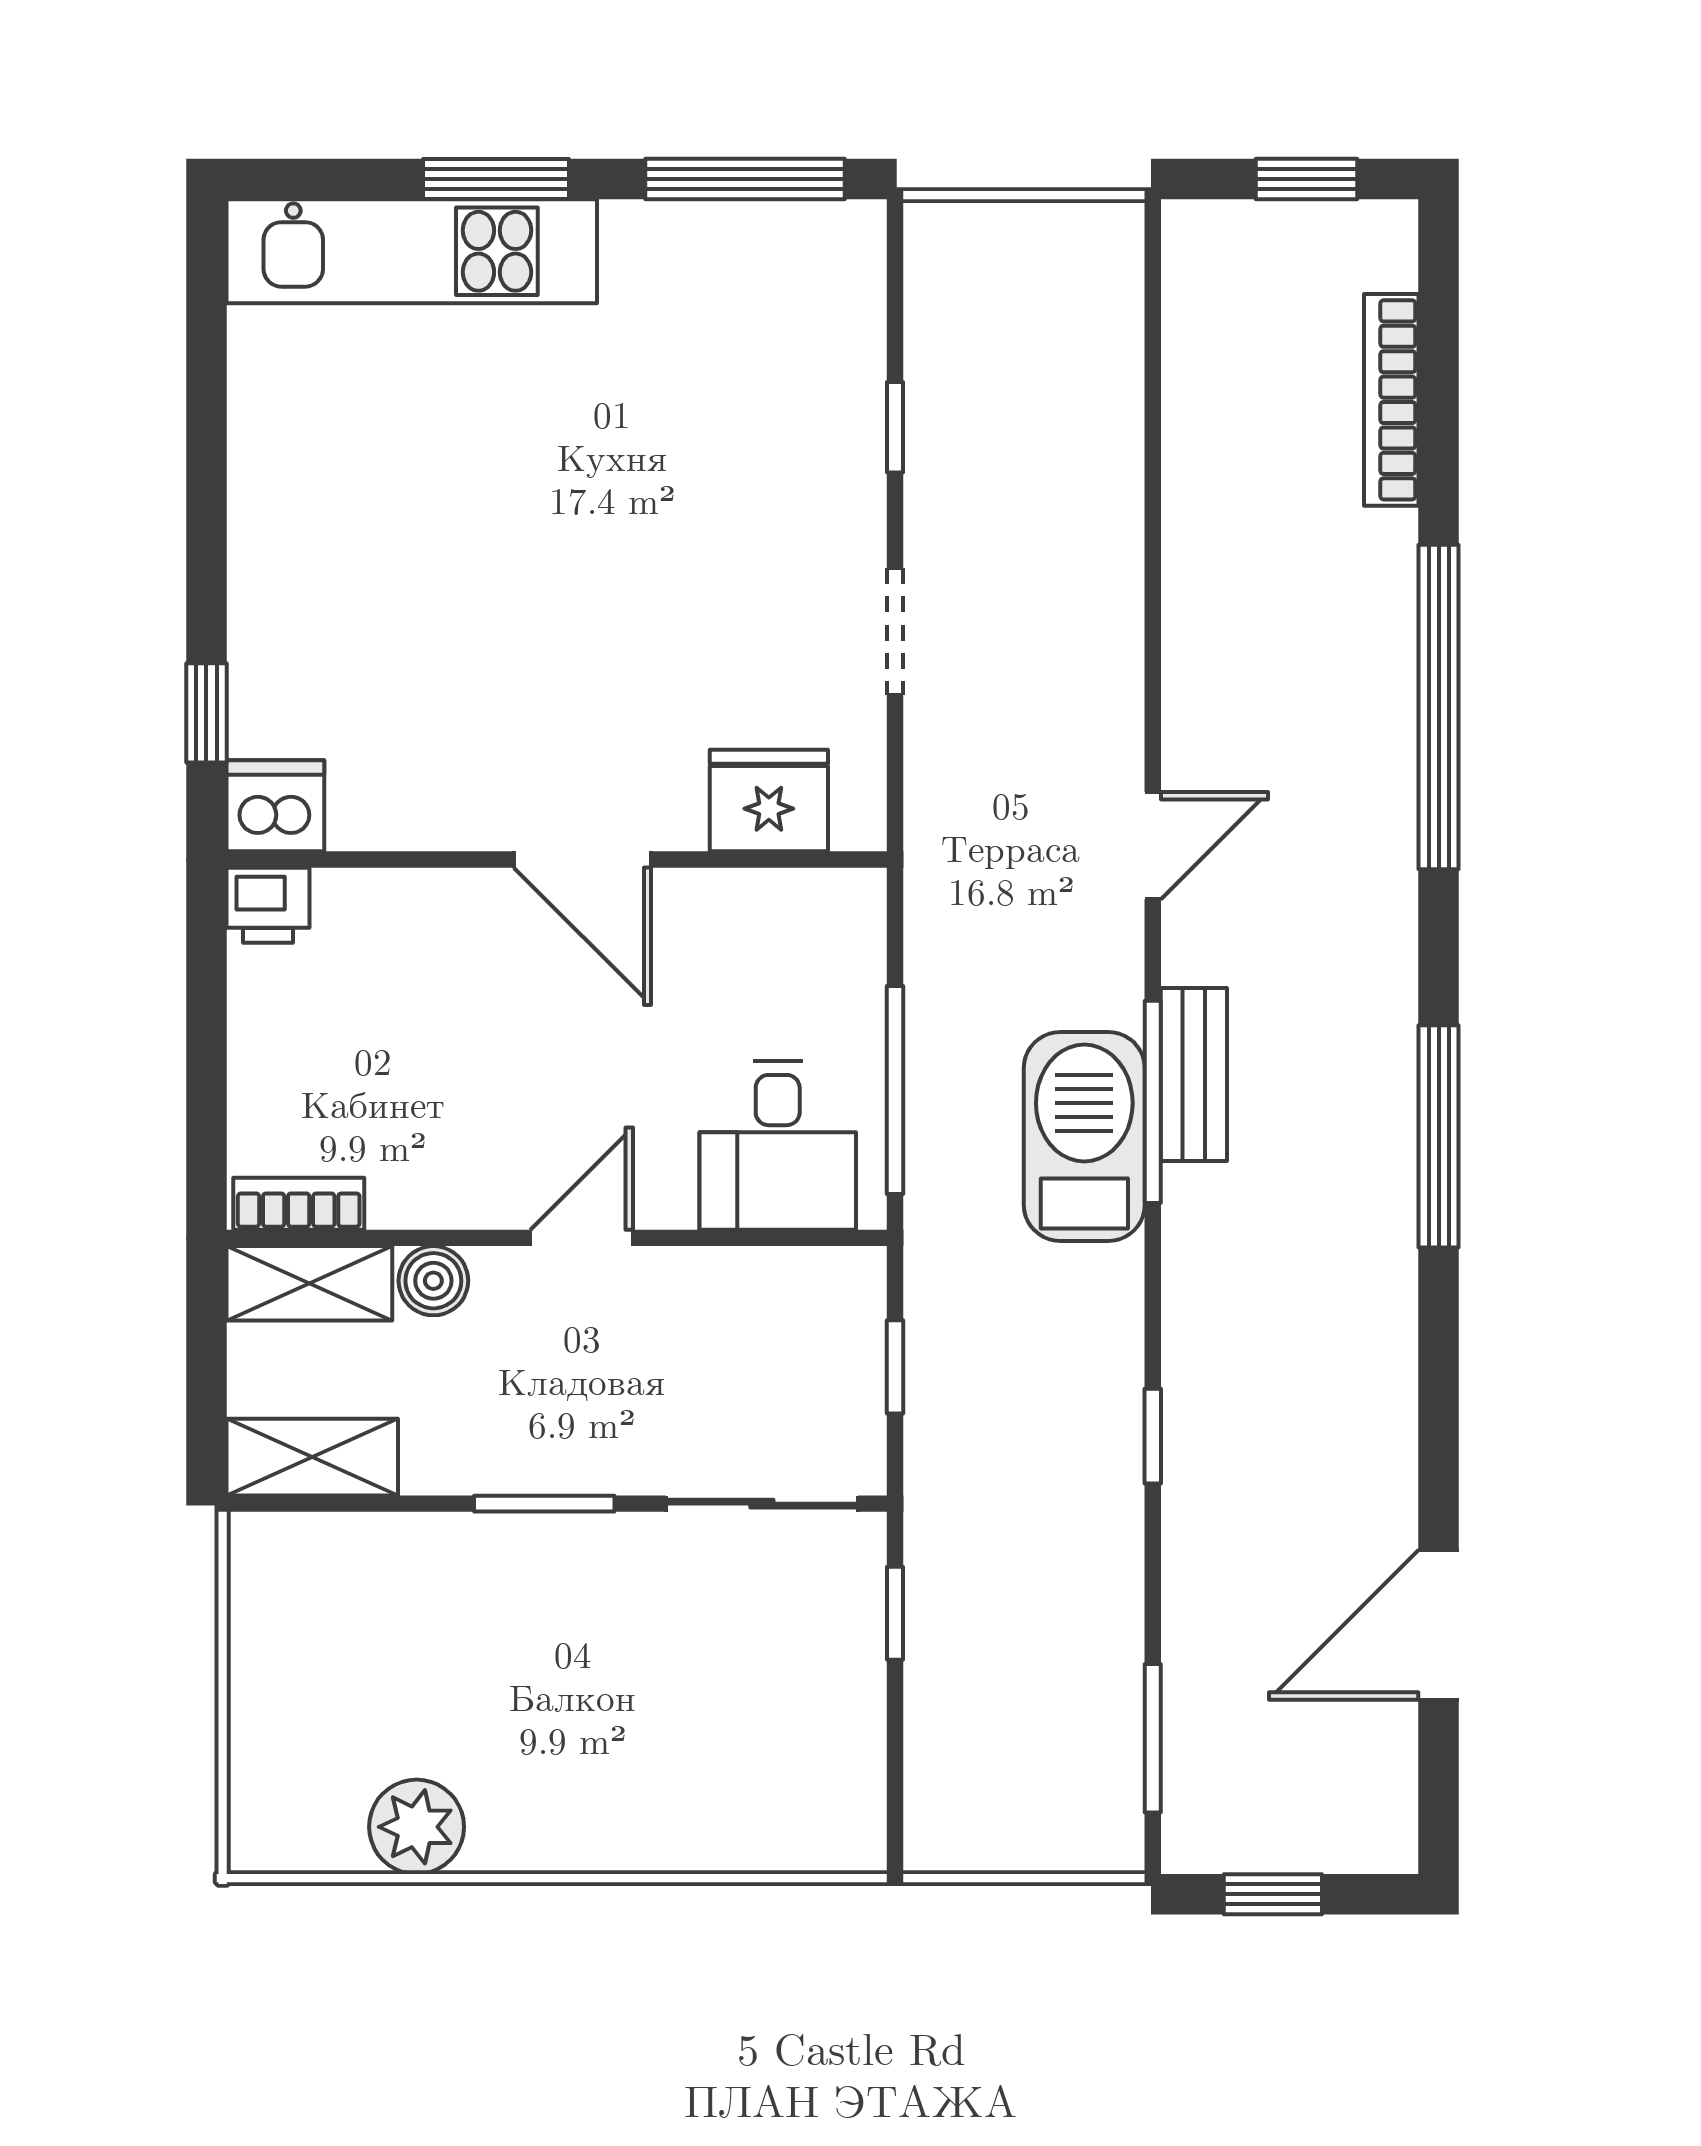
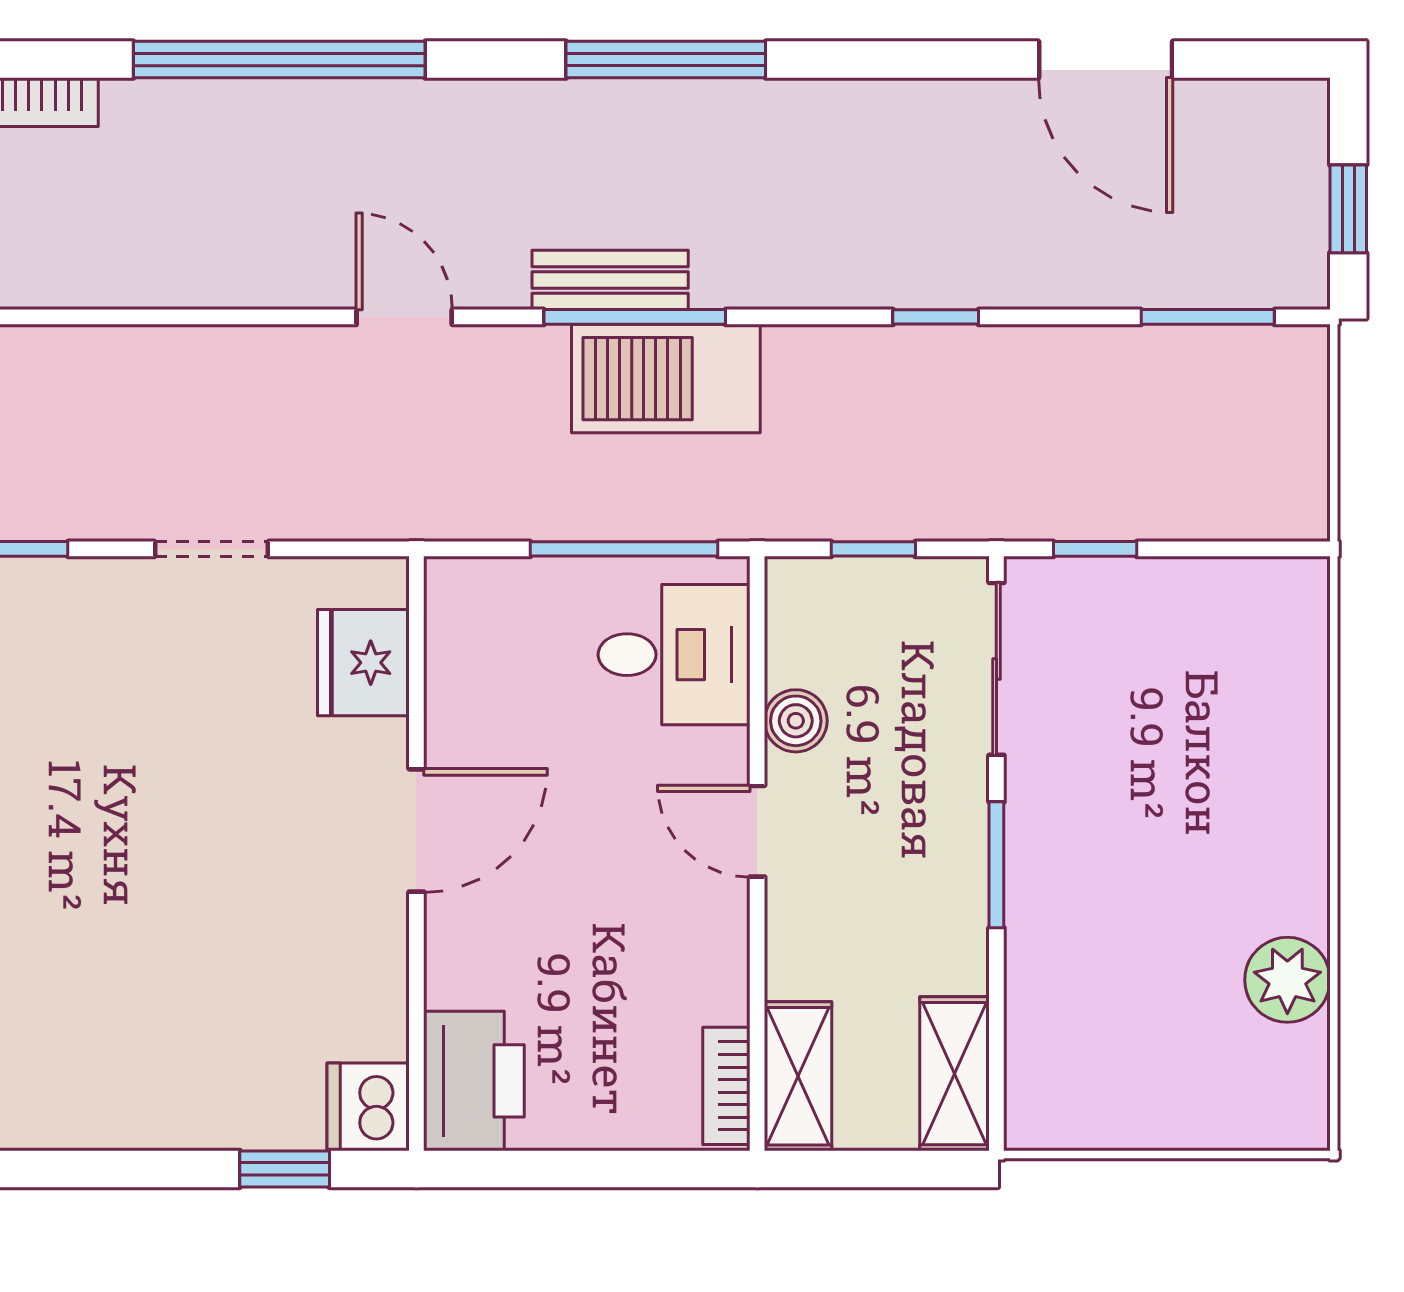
printer: (268, 905) -> (474, 1081), width x1.87, depth x1.48
boiler: (433, 1281) -> (796, 721), moved

